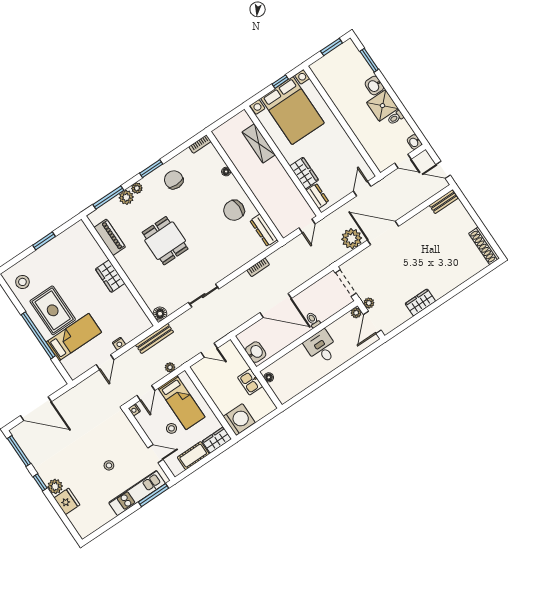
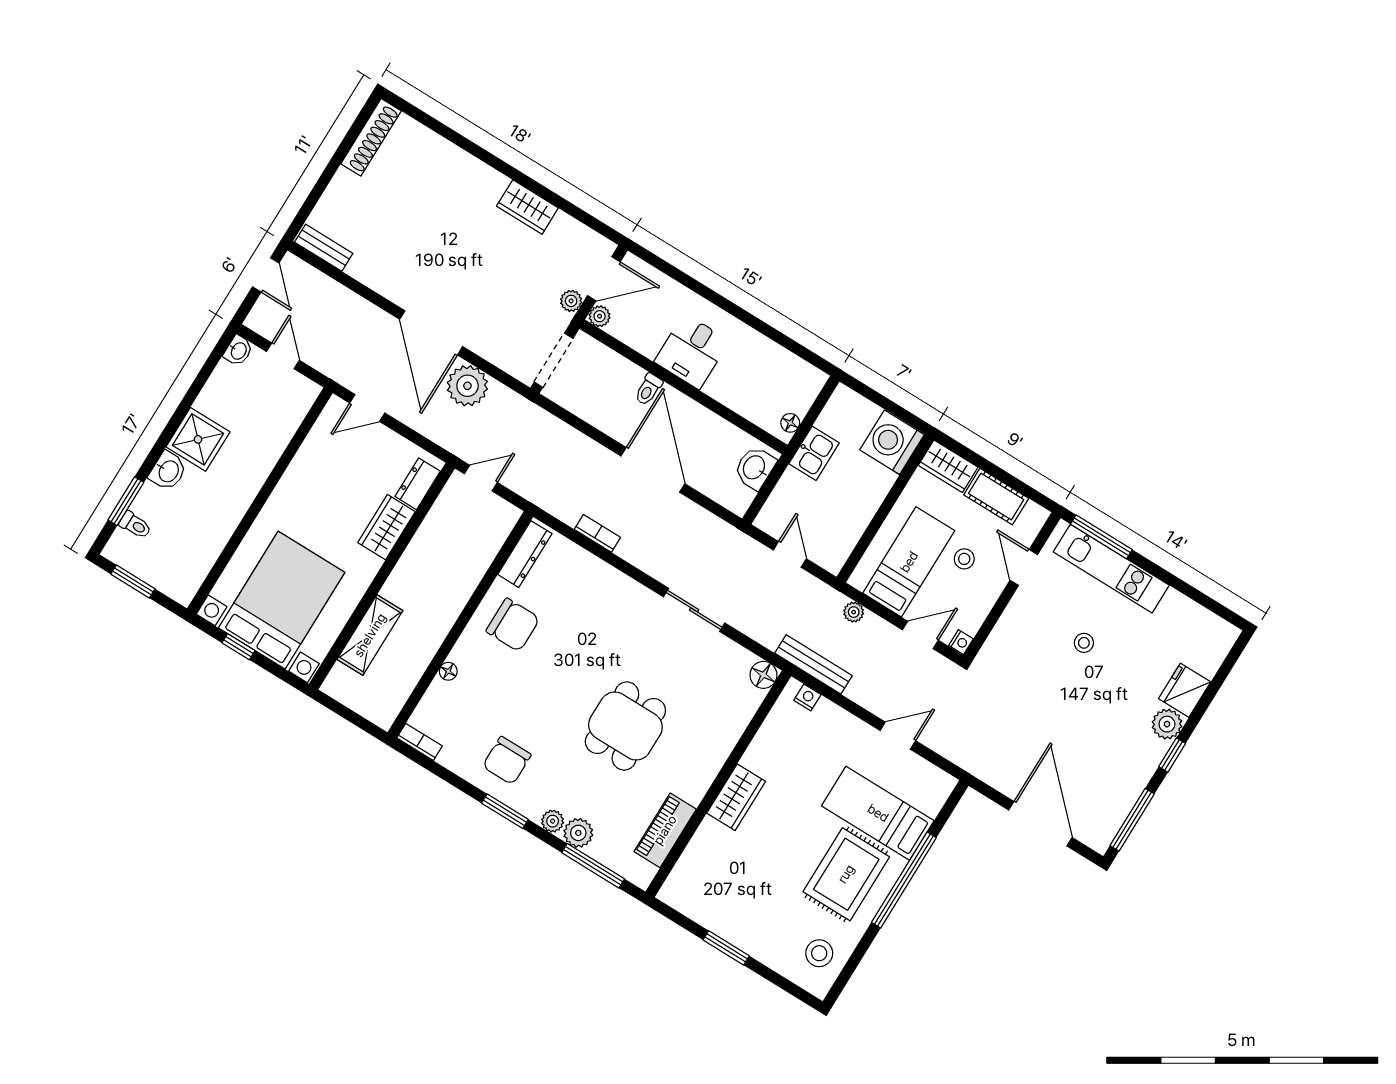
toilet: (396, 118) -> (135, 525), moved
nightstand: (119, 344) -> (807, 697), moved

